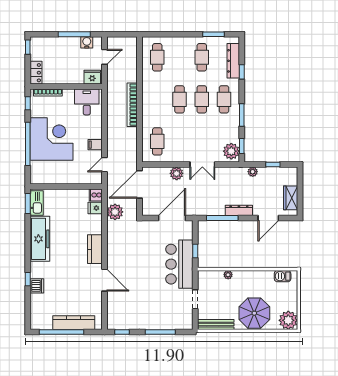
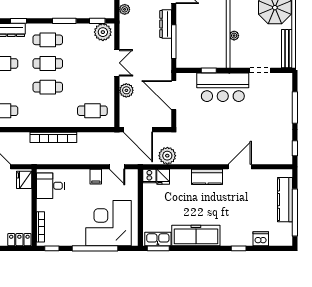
corner desk: (51, 139) -> (109, 223), moved
dishwasher: (37, 286) -> (261, 239), moved

